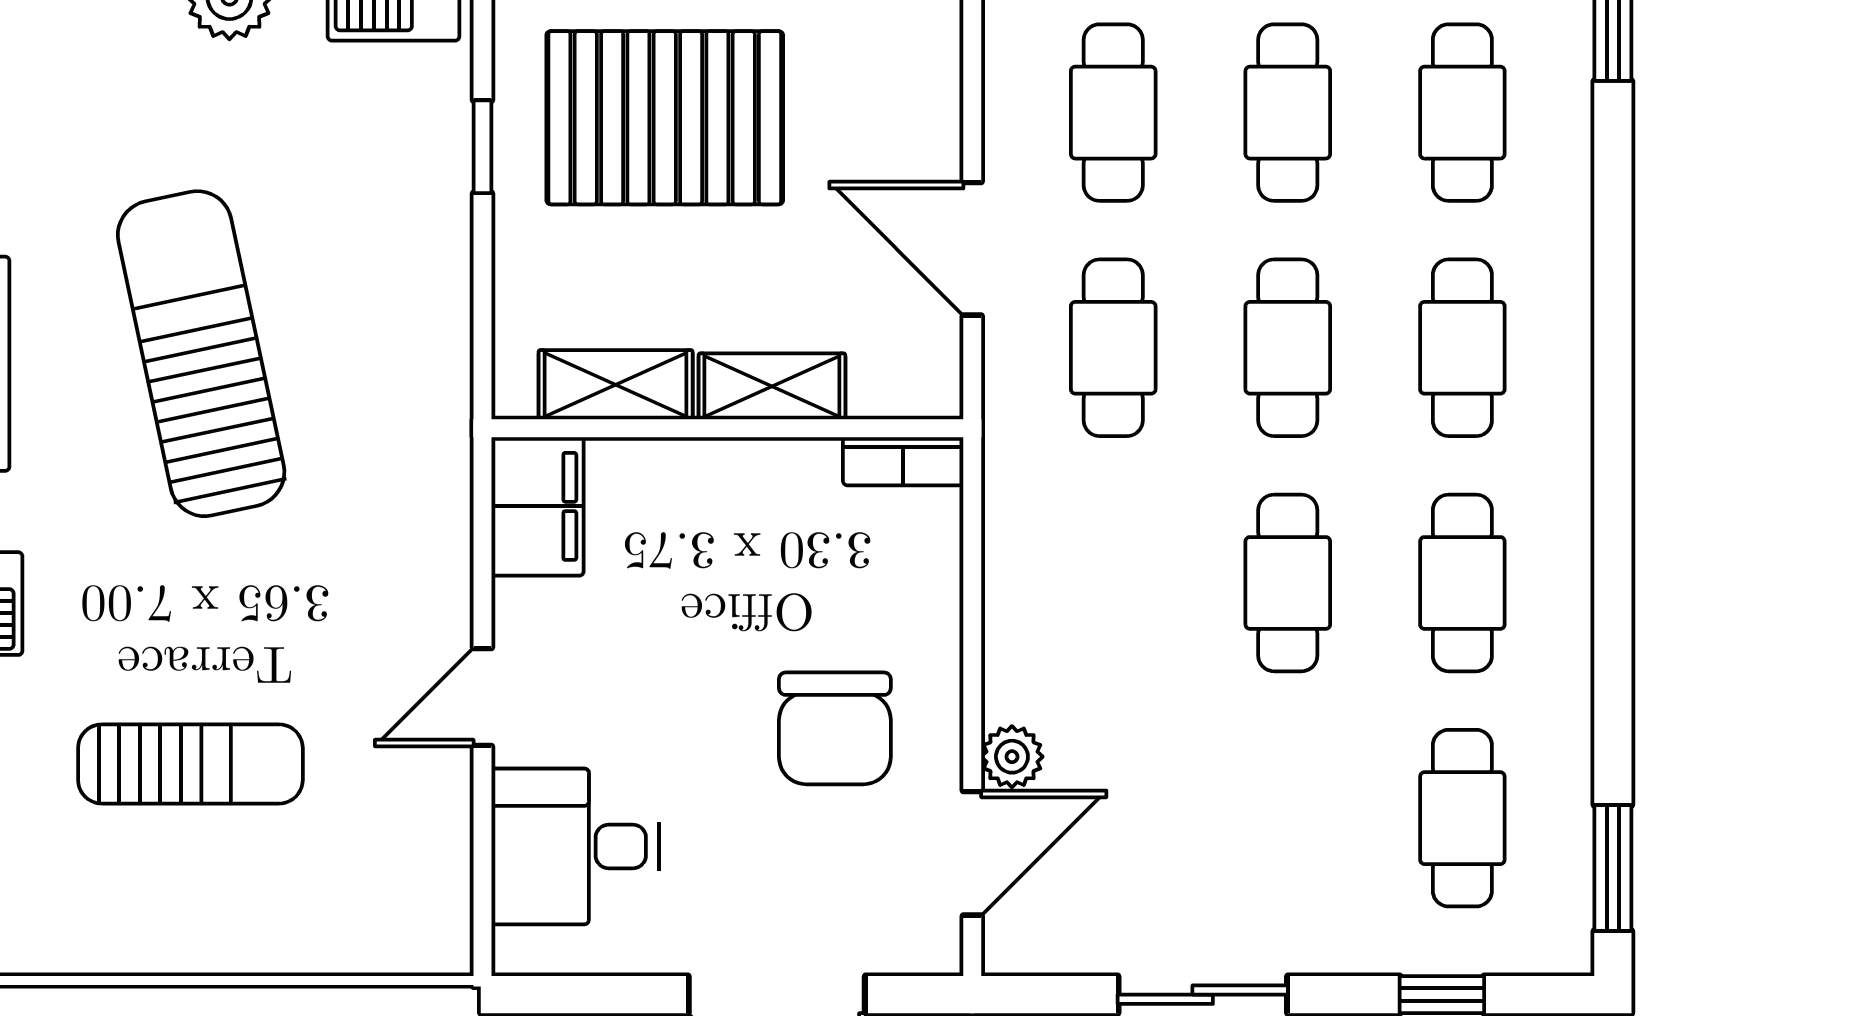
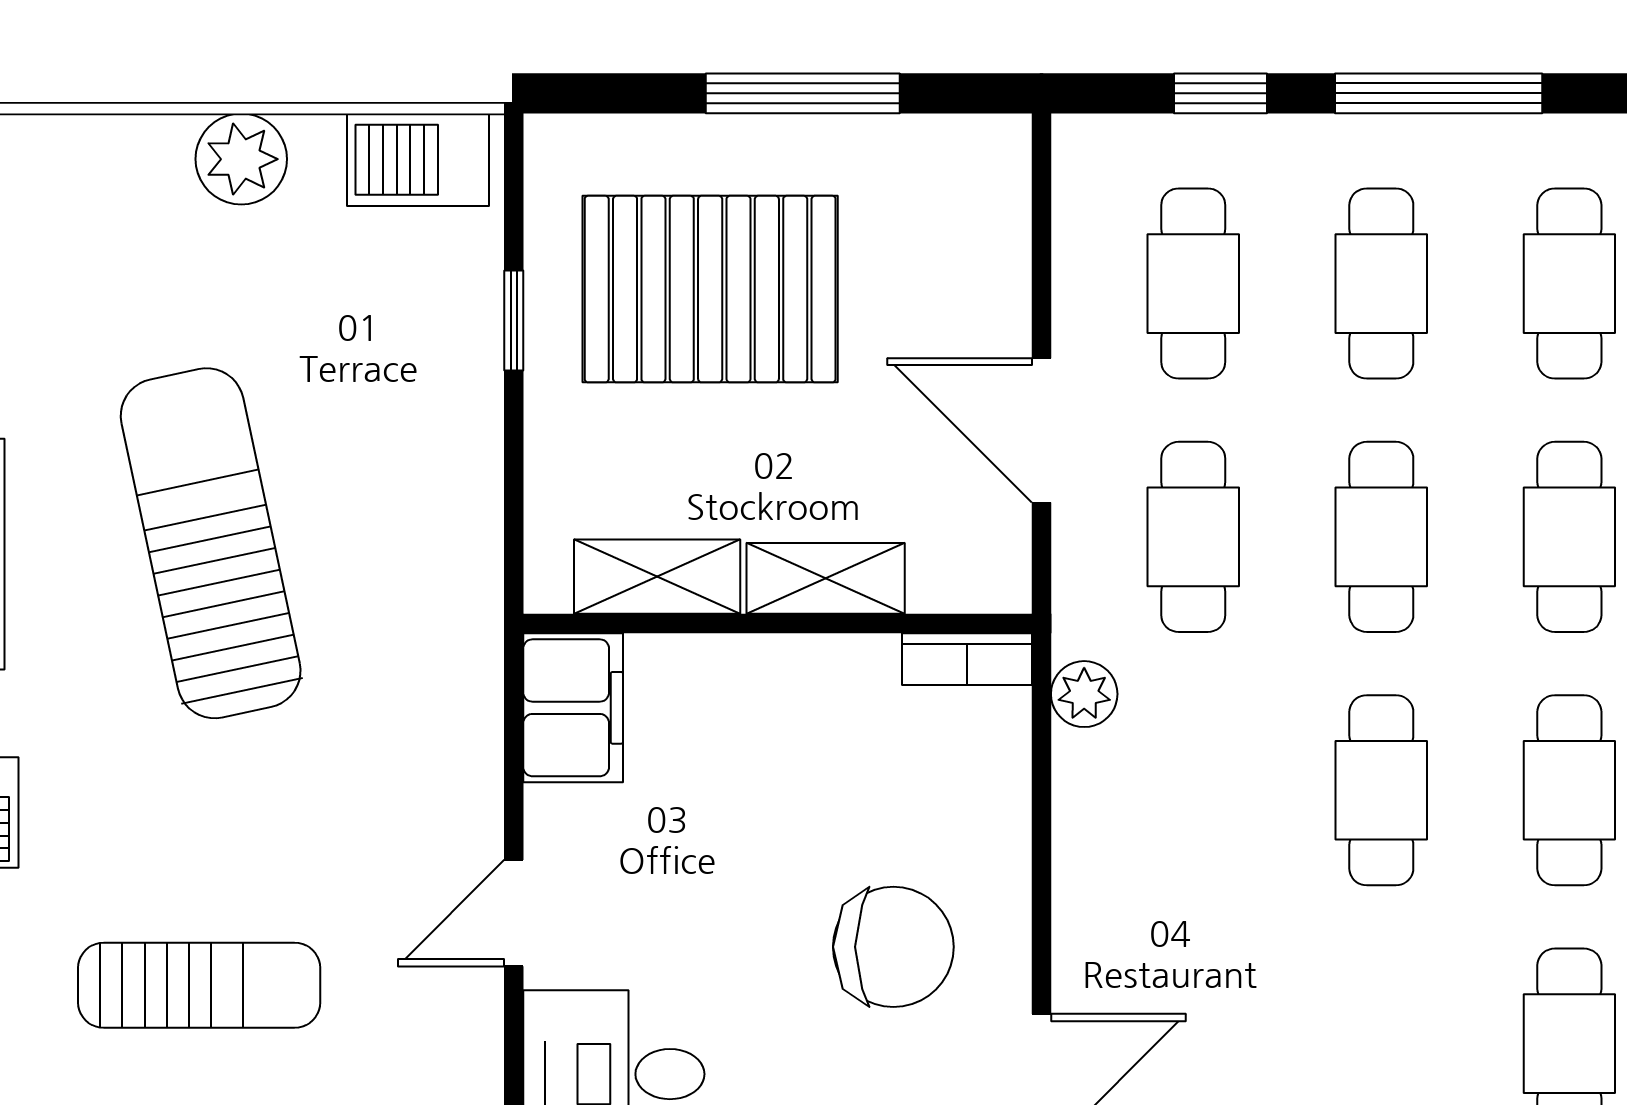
chair: (835, 728) -> (893, 947), turned -90
plant: (1012, 757) -> (1084, 694), moved

